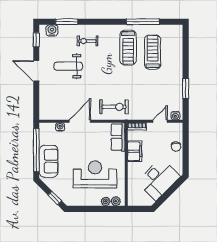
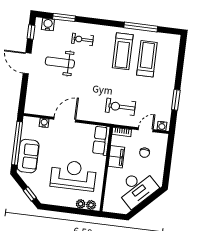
exercise bike: (114, 107) -> (121, 107), moved, turned 180
chair: (176, 147) -> (145, 153), moved

